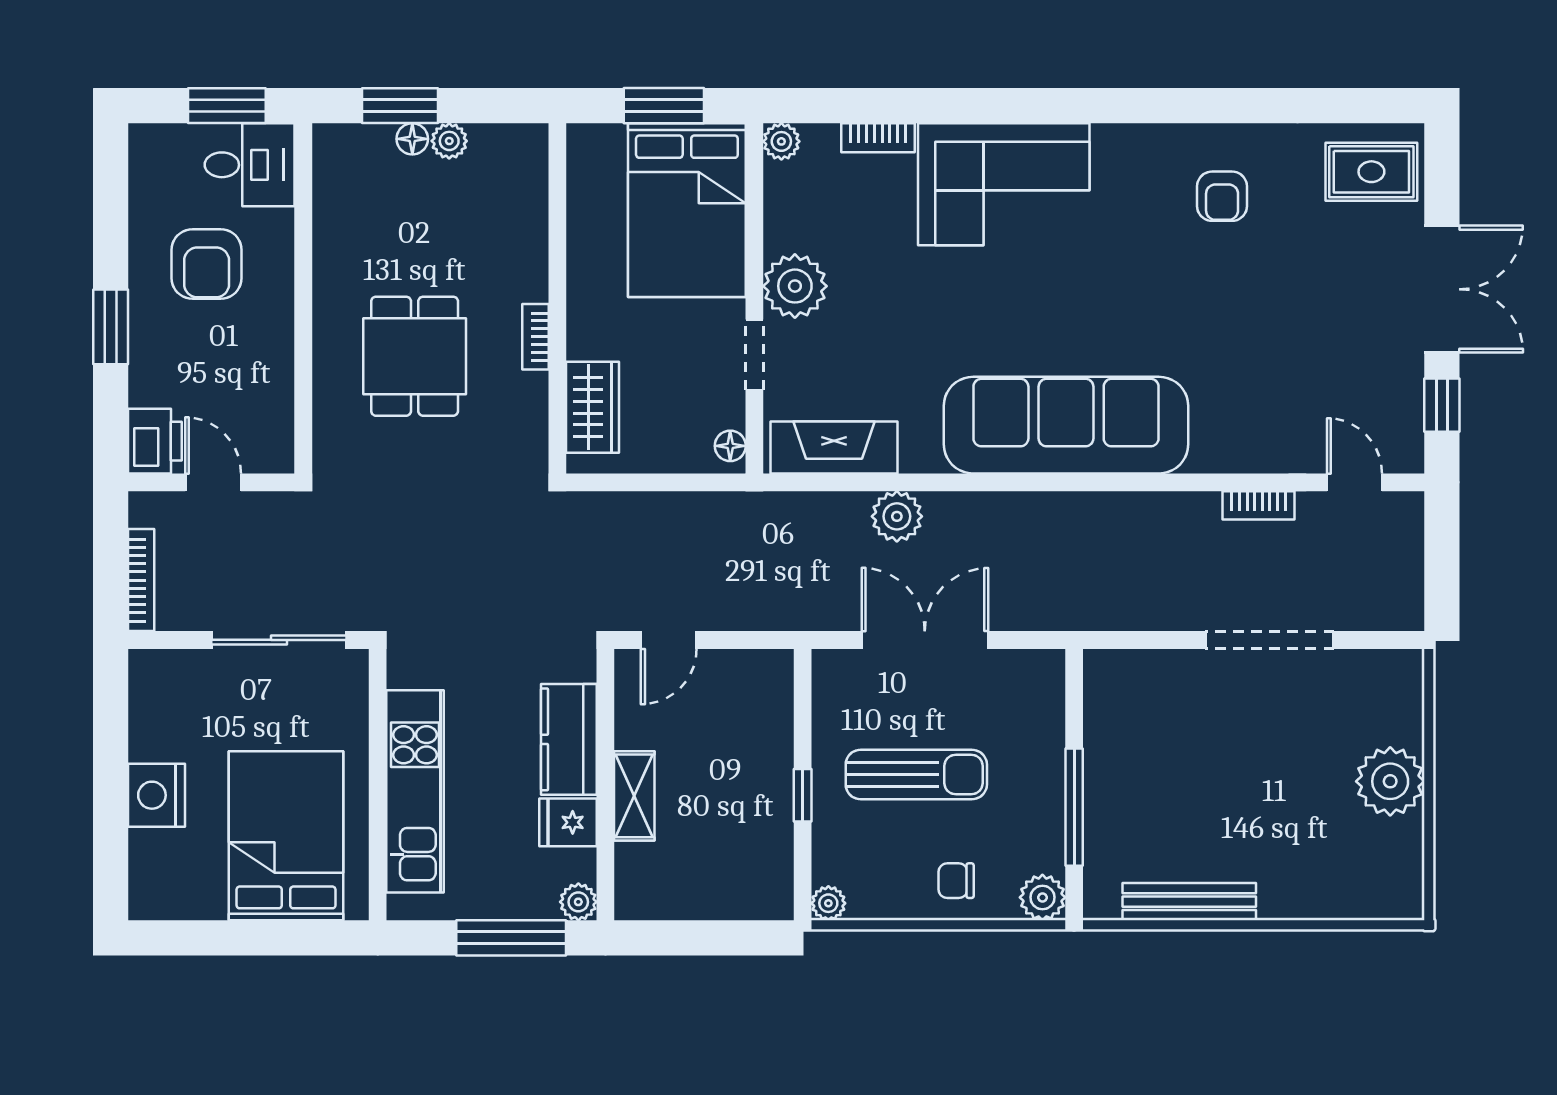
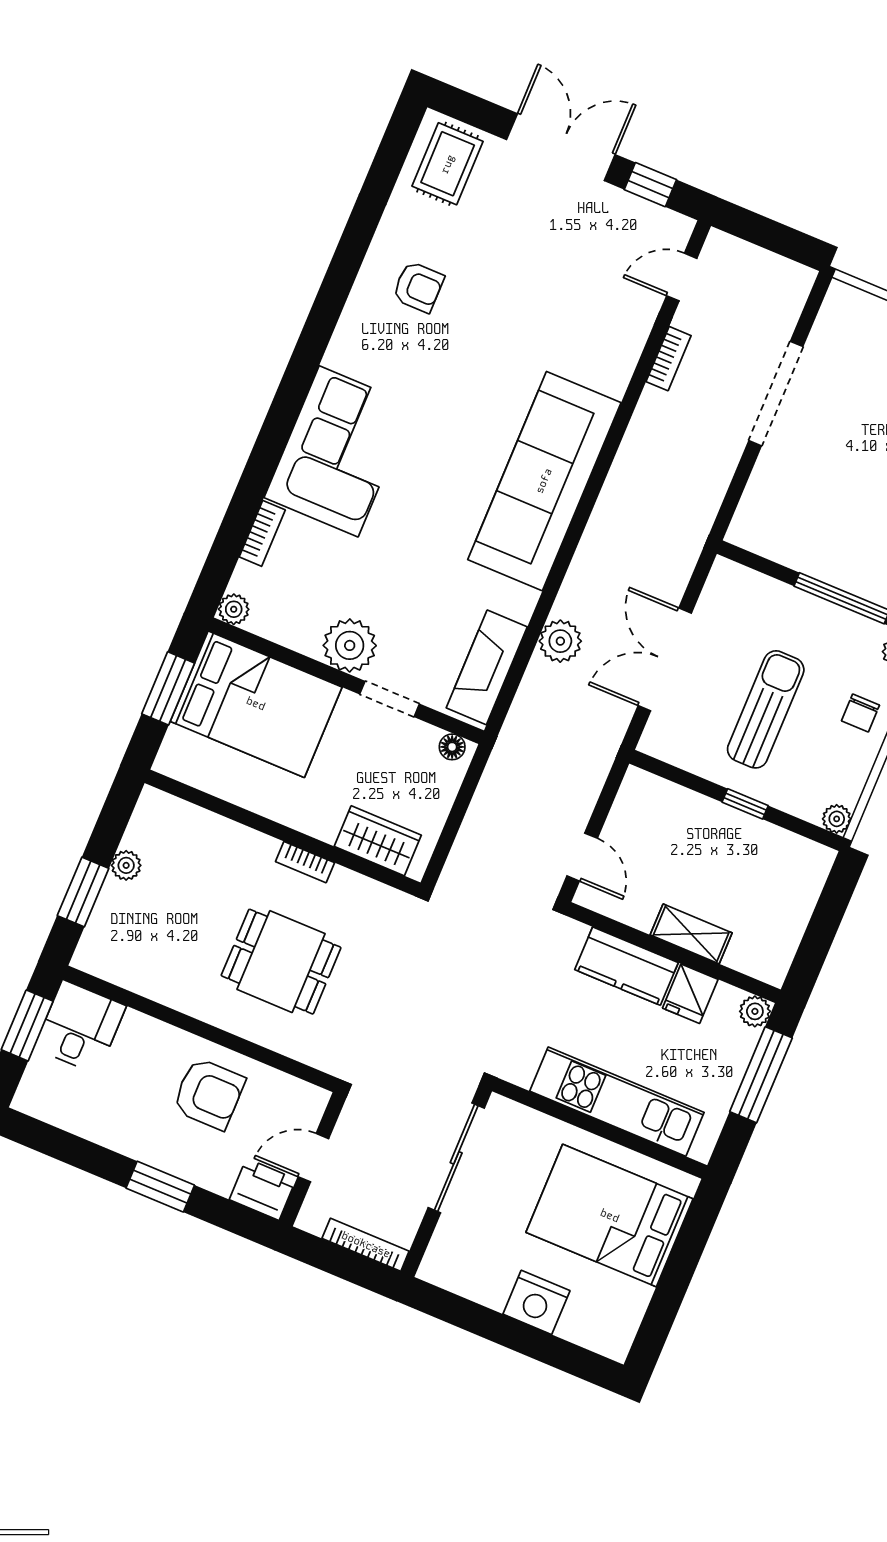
floor lamp: (412, 139) -> (113, 893), removed
armchair: (207, 264) -> (209, 1094), moved

